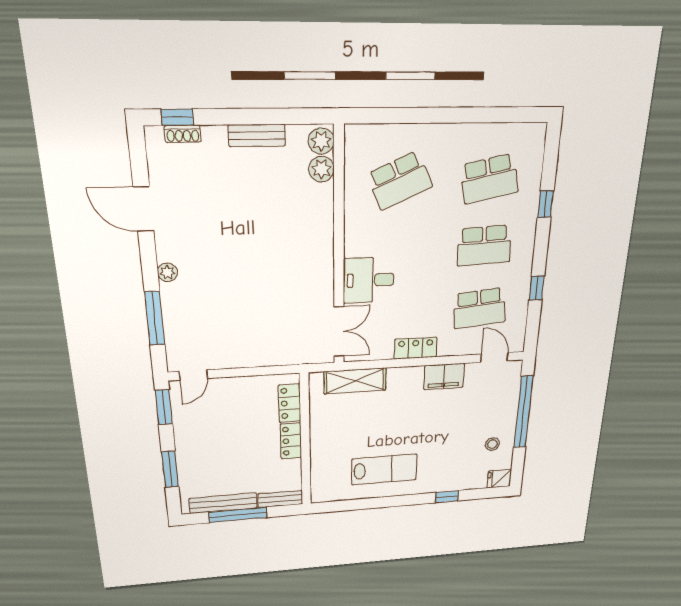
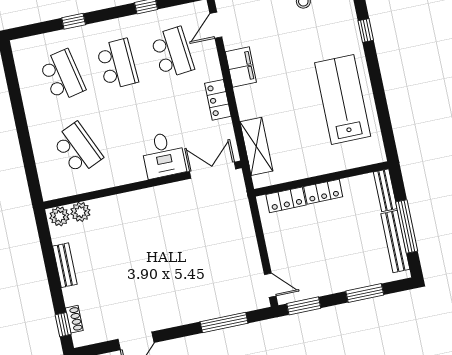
plant: (168, 272) -> (183, 317), removed
lab bench: (384, 469) -> (343, 99), width x1.36, depth x1.39

